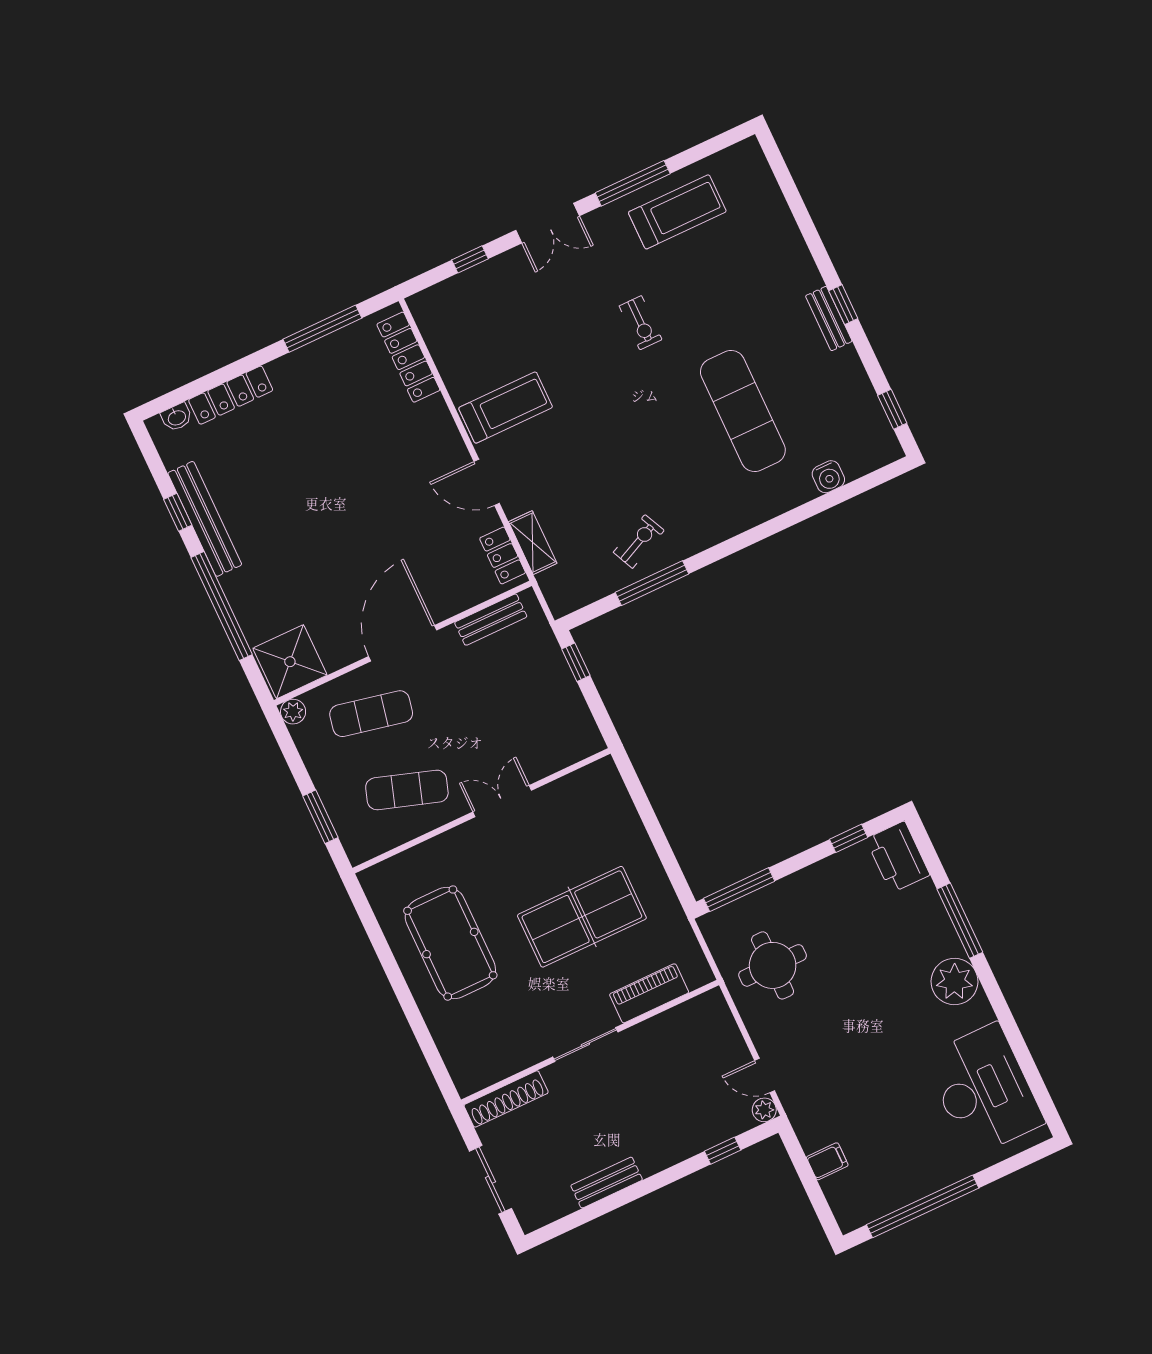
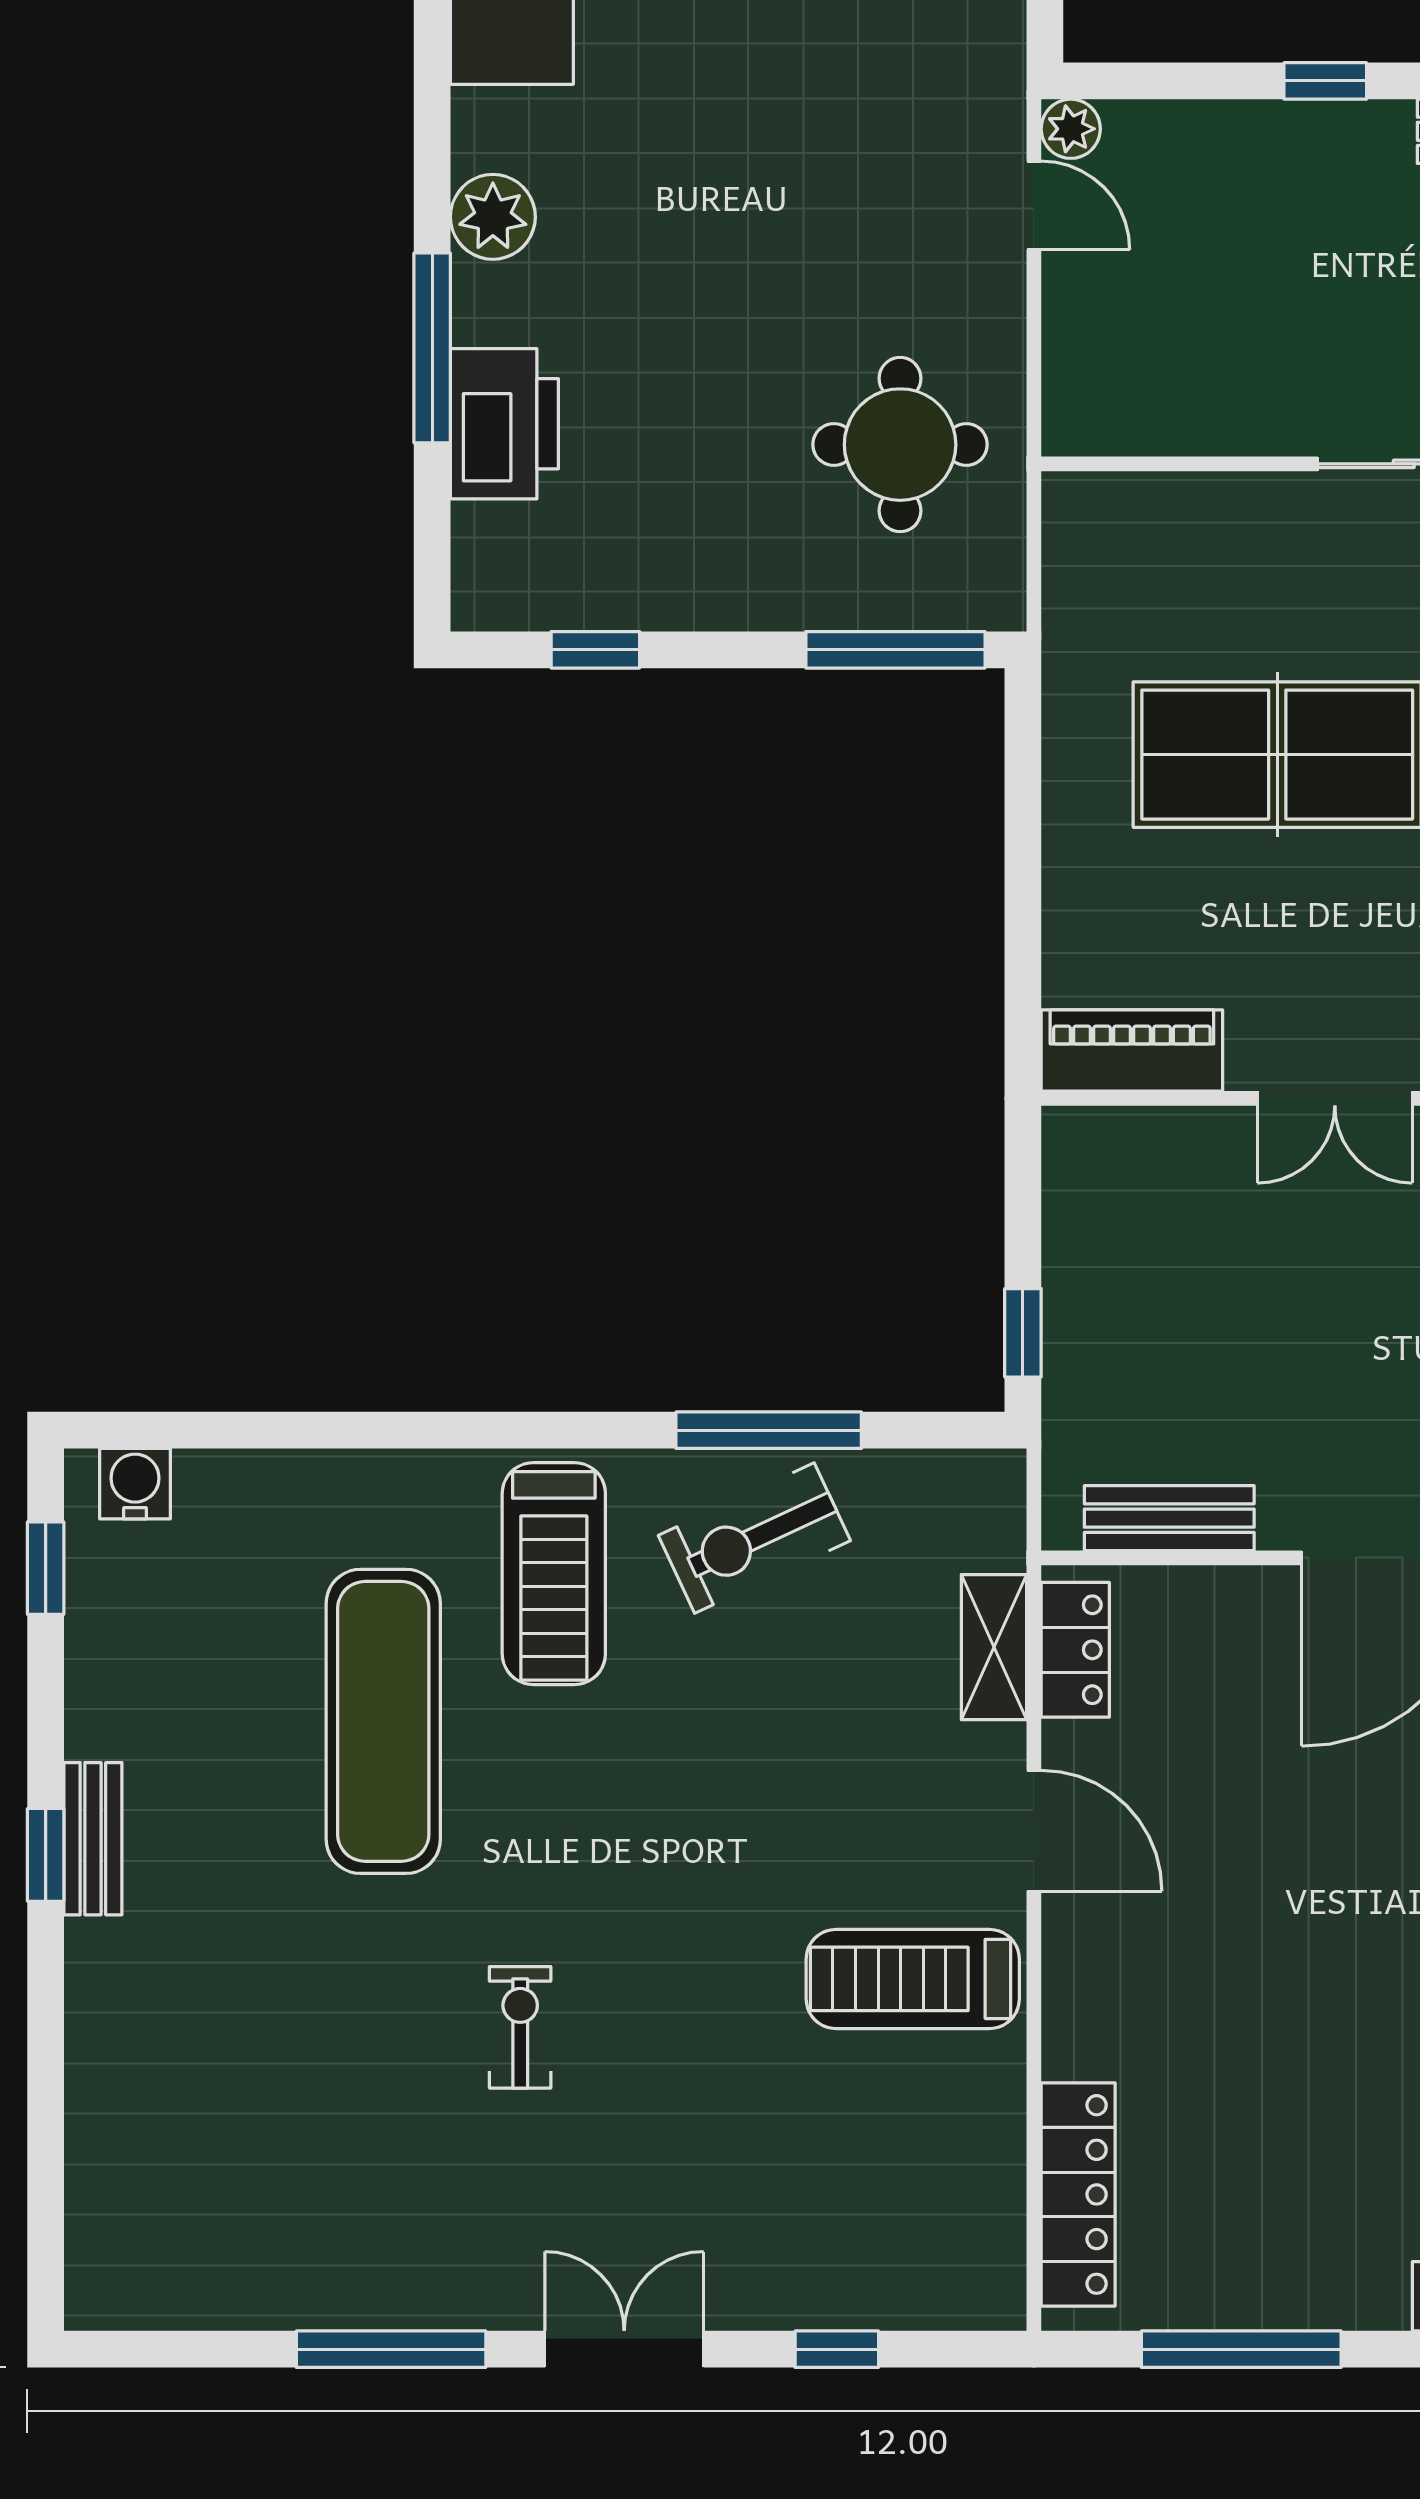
treadmill: (677, 212) -> (554, 1574), moved, turned -90
water cooler: (828, 477) -> (135, 1484), moved
exercise bike: (639, 541) -> (754, 1538), width x1.38, depth x1.39
printer: (898, 857) -> (504, 424), moved
plant: (954, 982) -> (493, 217), width x0.73, depth x0.73
piano: (649, 993) -> (1132, 1050), moved, turned 180
window: (723, 1151) -> (1325, 81), moved

